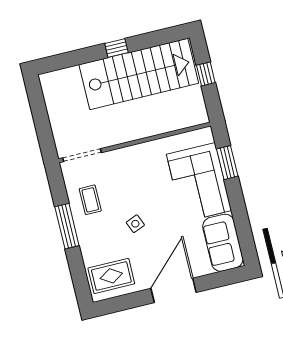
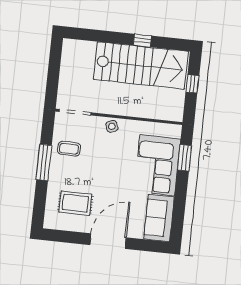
window: (116, 48) -> (142, 41), moved
coffee table: (90, 200) -> (69, 149), turned 90
side table: (135, 224) -> (112, 126), moved
rug: (111, 276) -> (75, 203), moved

